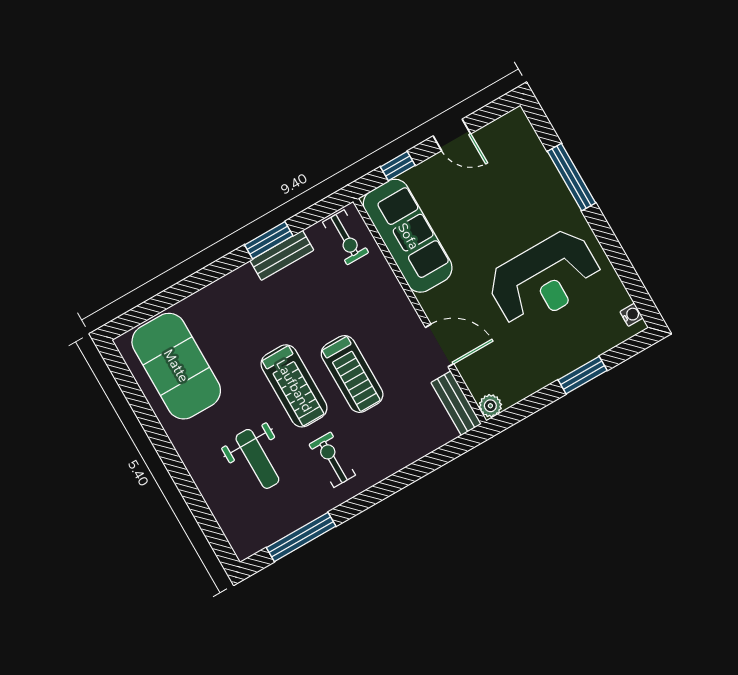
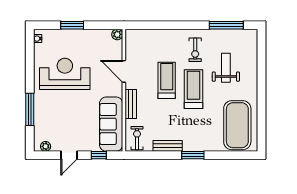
plant: (504, 126) -> (46, 146), added
door: (452, 135) -> (69, 155), swing flipped
window: (269, 240) -> (193, 155), moved
bench: (456, 403) -> (131, 104), moved

